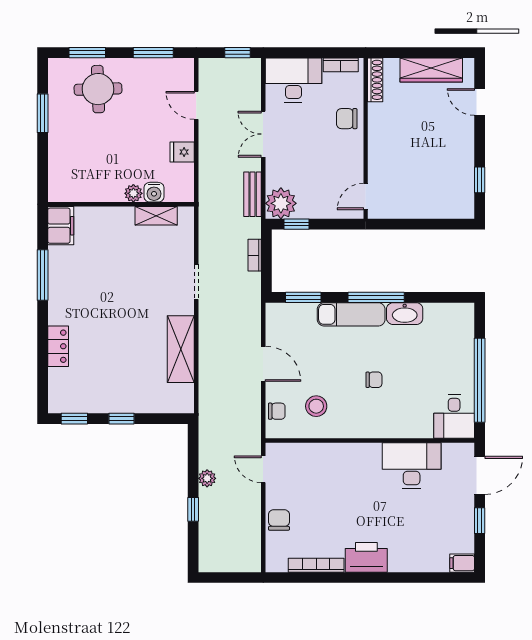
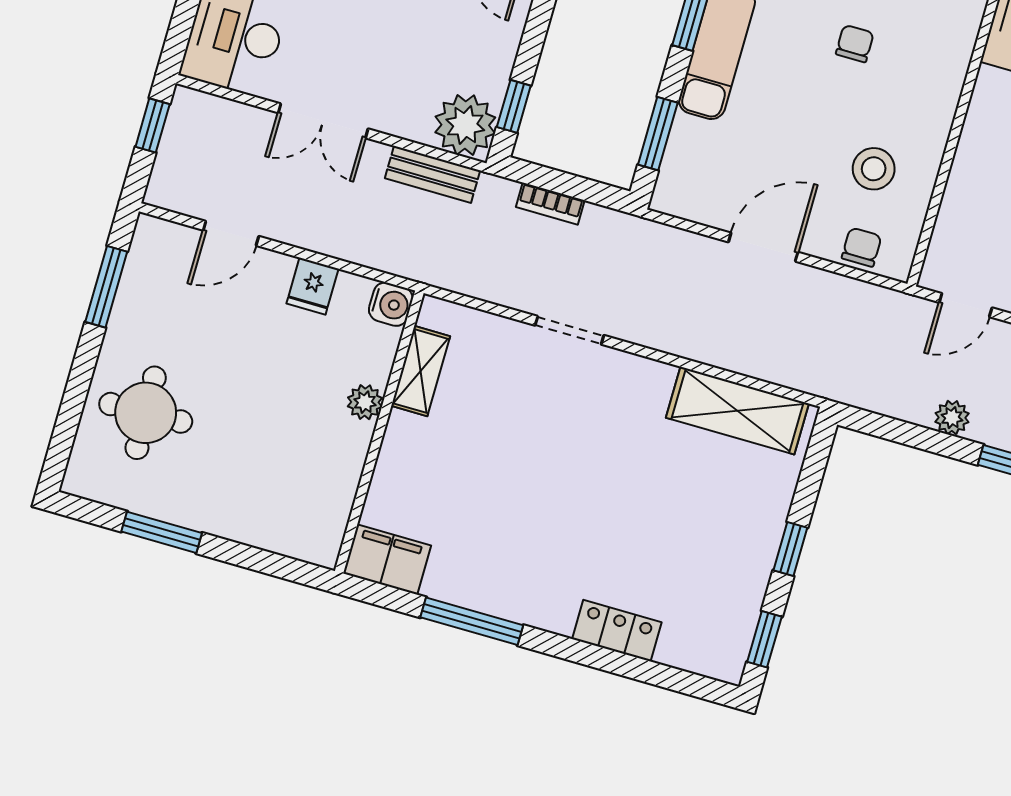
window: (87, 53) -> (70, 413), removed
water cooler: (154, 192) -> (391, 304), moved
shelving: (181, 349) -> (737, 411), moved

